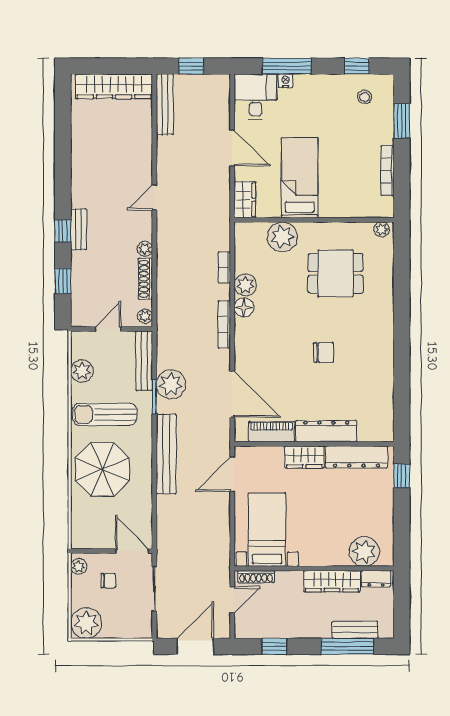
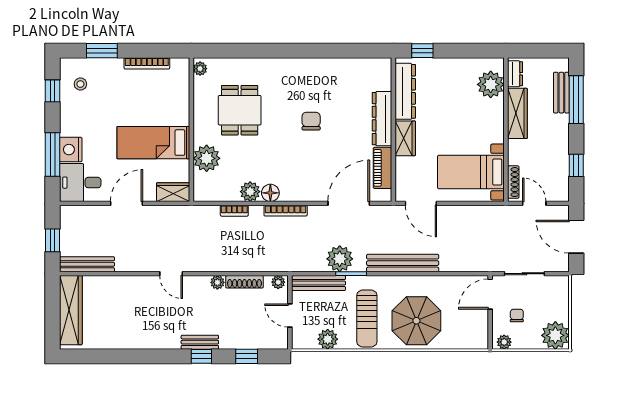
nightstand: (285, 81) -> (71, 150), width x1.89, depth x1.79

